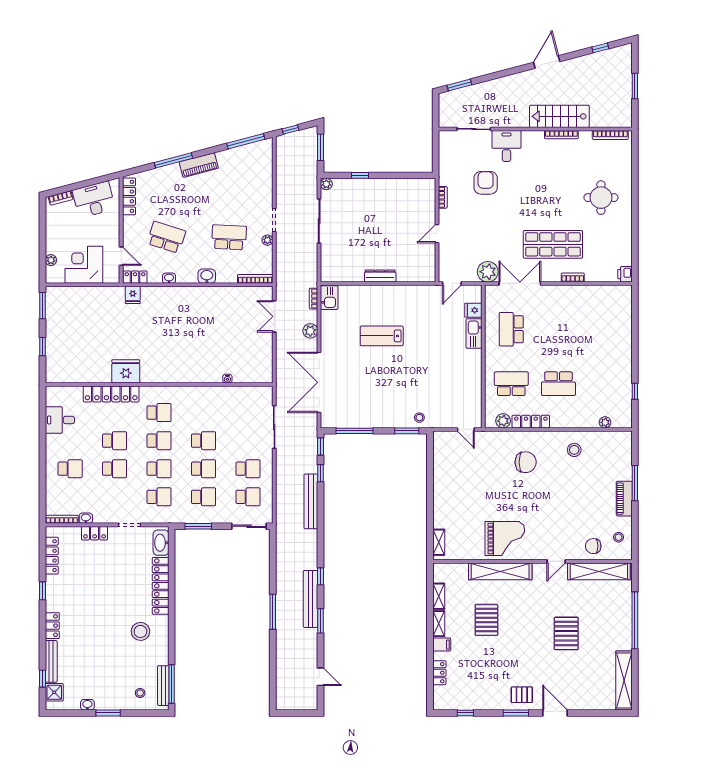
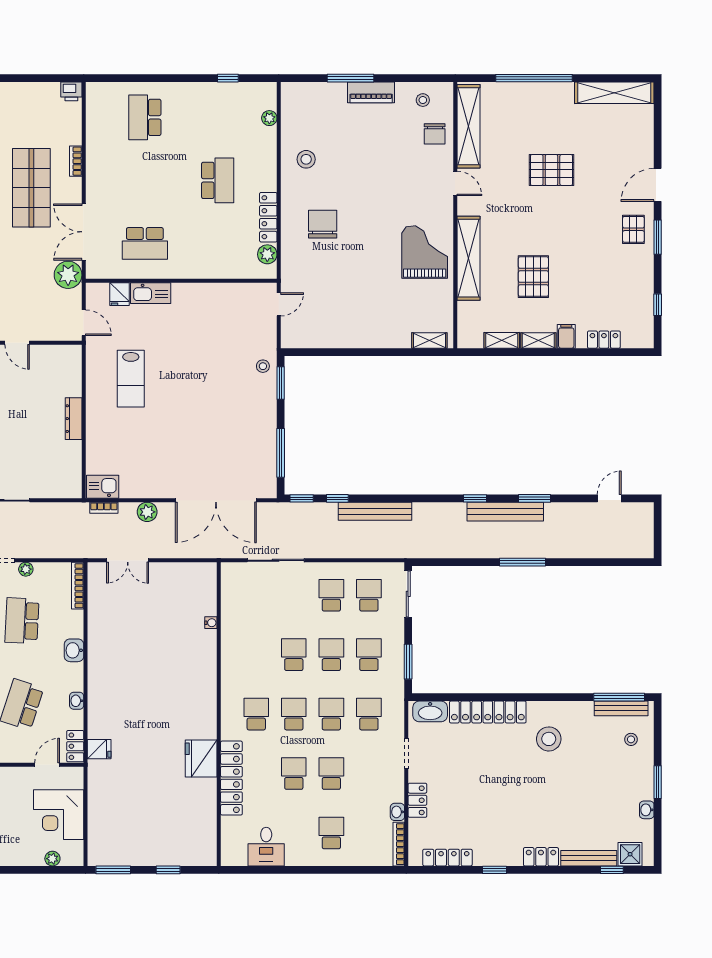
lab bench: (382, 336) -> (131, 379), moved
school desk: (511, 384) -> (145, 117), moved
pallet: (486, 620) -> (533, 277), turned 90

